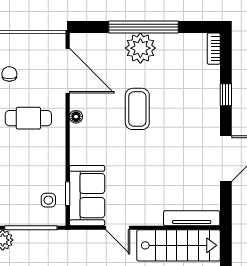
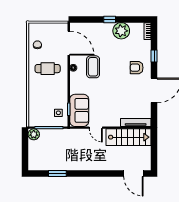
window: (143, 27) -> (110, 19), width x0.32
plant: (140, 48) -> (121, 31), moved
coffee table: (137, 109) -> (93, 67), moved
armchair: (194, 116) -> (137, 68), added

